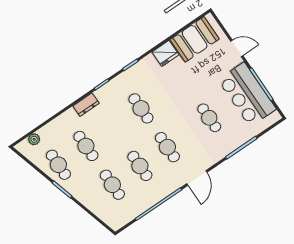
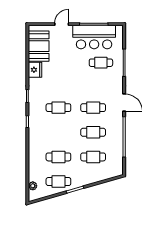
dresser: (86, 105) -> (33, 140), removed
cafe table: (209, 118) -> (101, 63), moved

